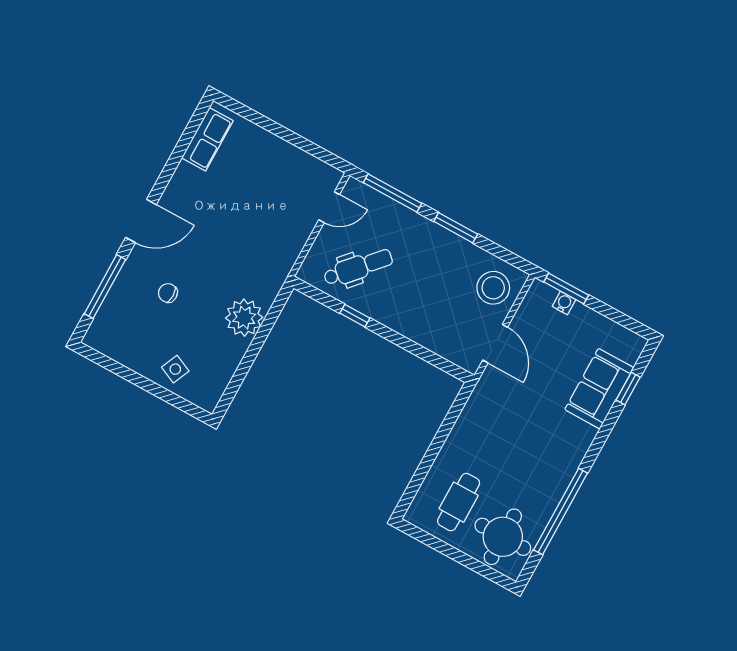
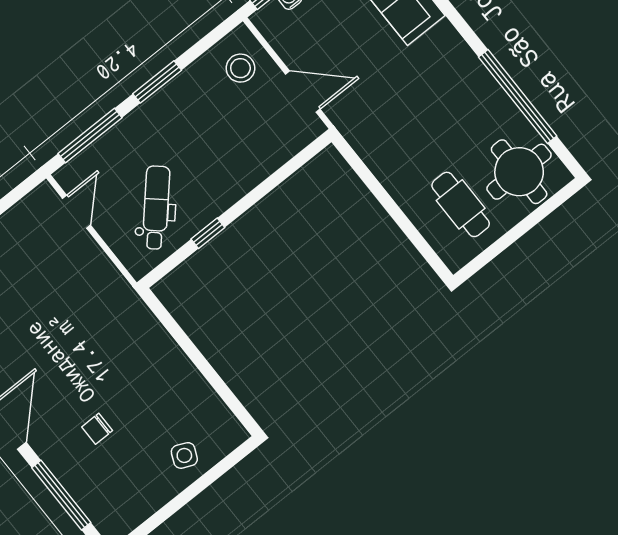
stool: (493, 288) -> (240, 68), width x0.73, depth x0.73
plant: (244, 318) -> (159, 356), removed

